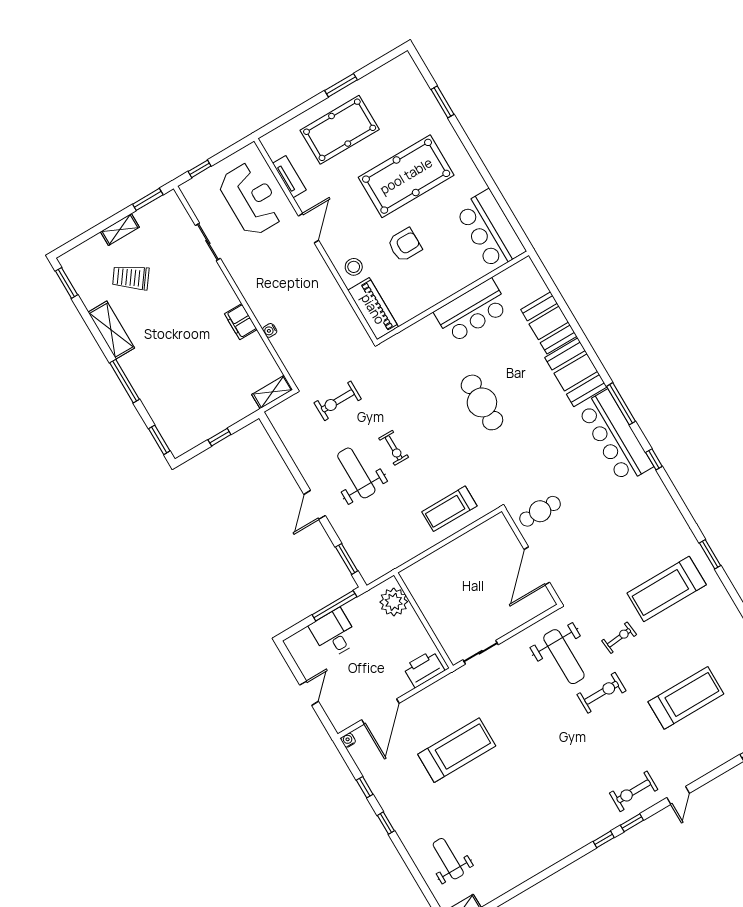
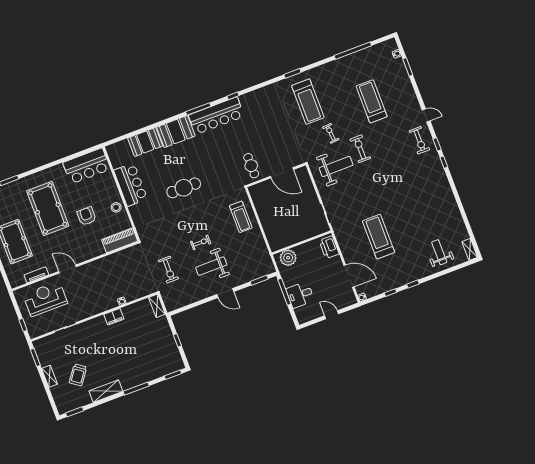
stool: (354, 267) -> (116, 207), moved
weight bench: (448, 859) -> (439, 252), turned 90

